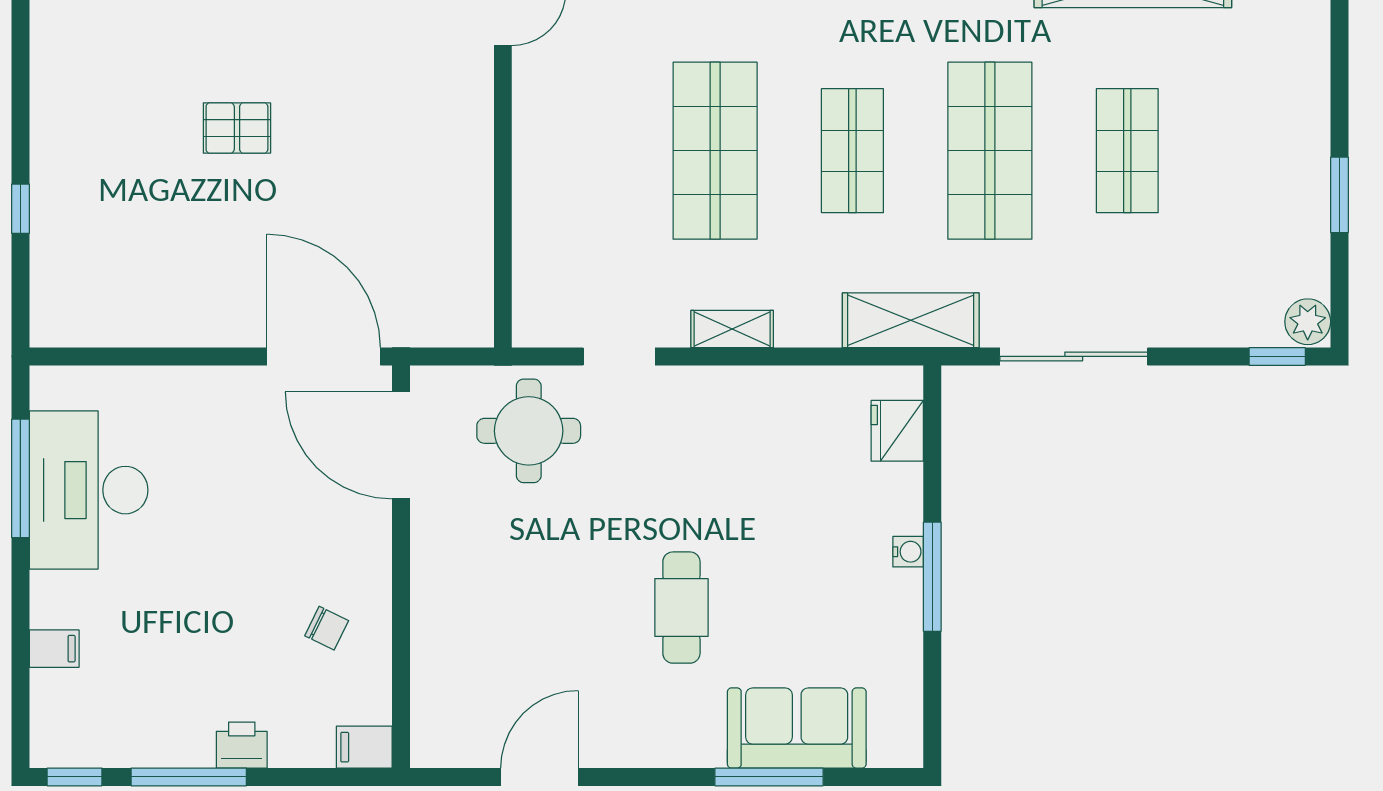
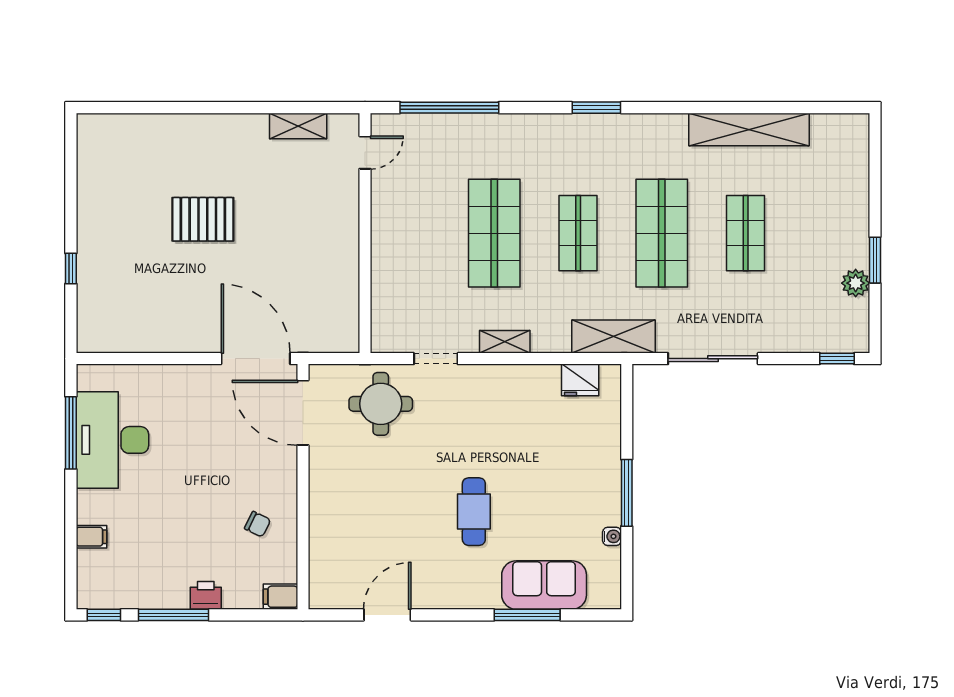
pallet: (237, 128) -> (203, 219), width x1.50, depth x1.42
plant: (1308, 322) -> (856, 283), moved
fridge: (897, 431) -> (580, 380), moved, turned -90
water cooler: (908, 552) -> (612, 536), moved

